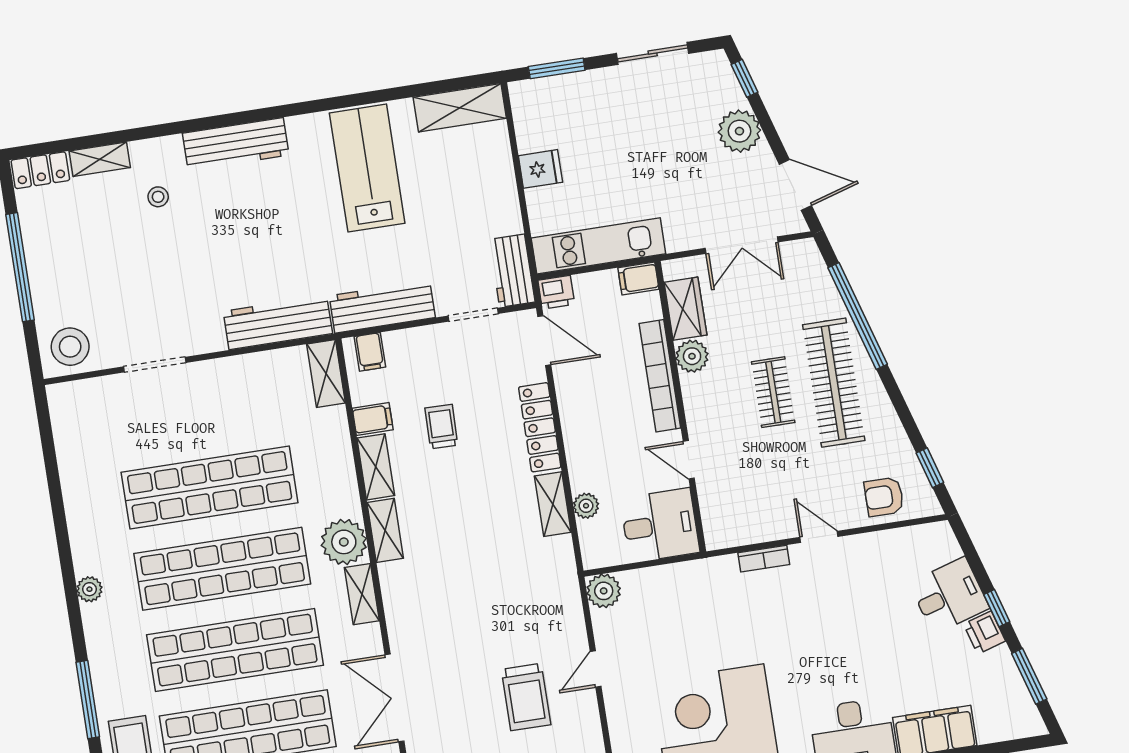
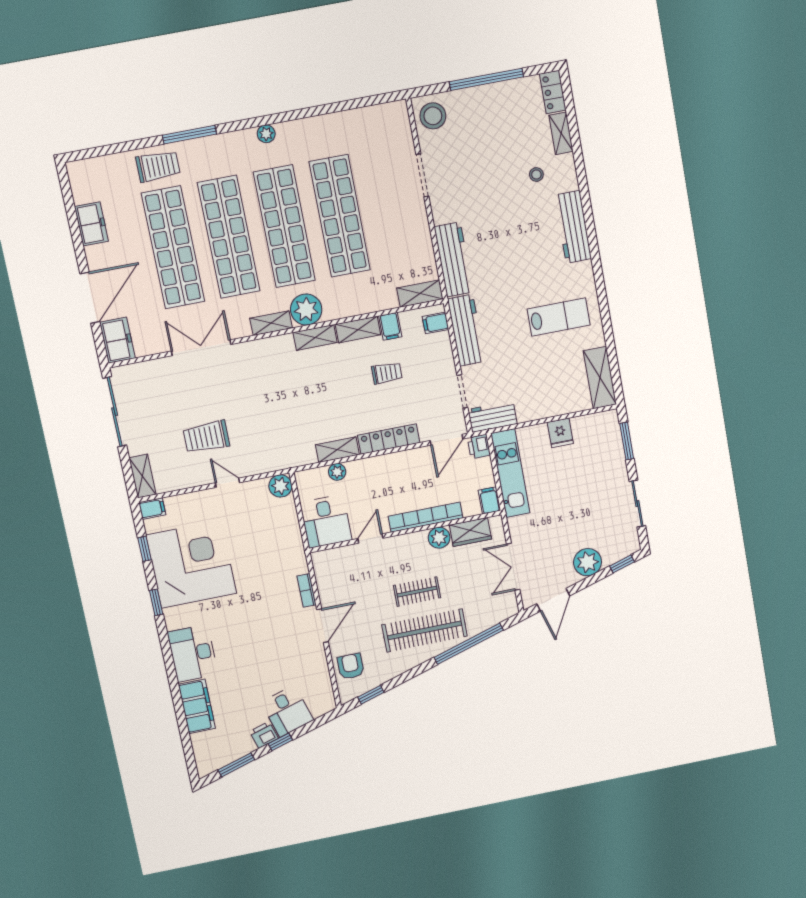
lab bench: (367, 168) -> (559, 317), width x0.73, depth x0.72
door: (819, 537) -> (322, 626), width x1.38

